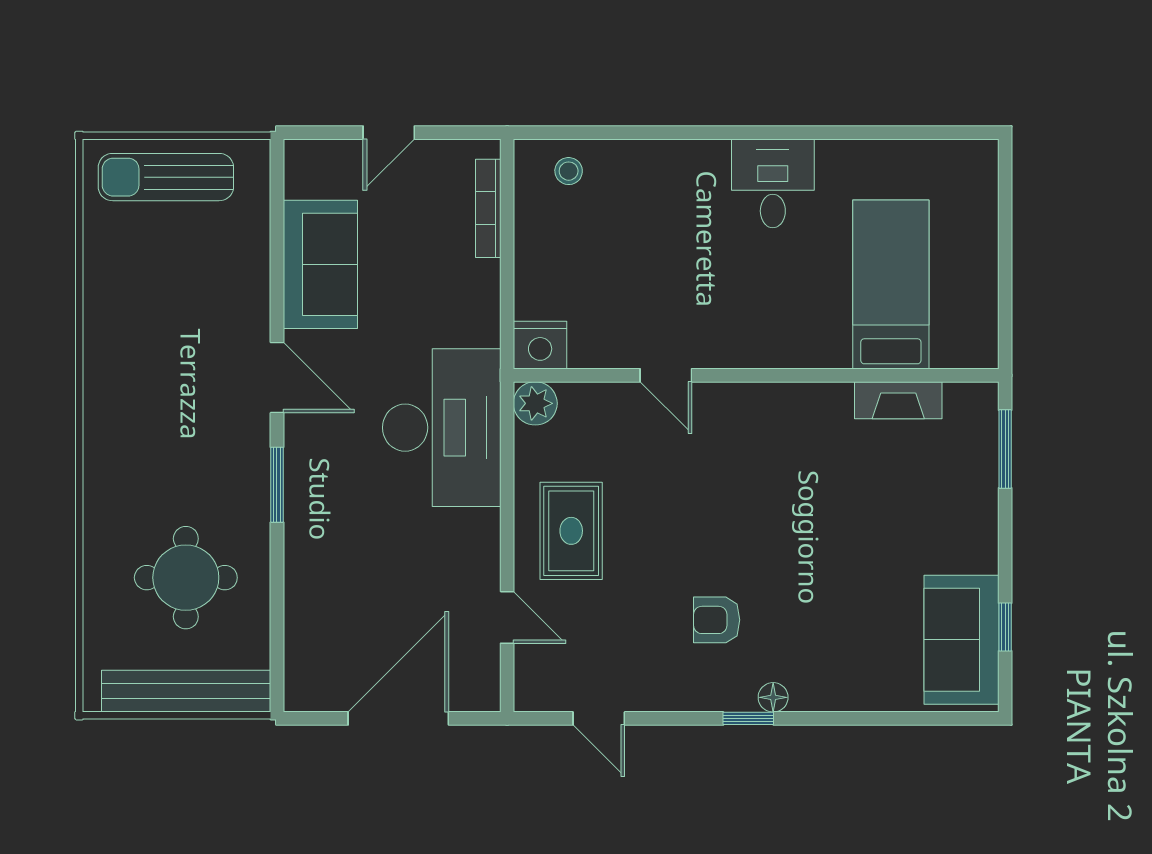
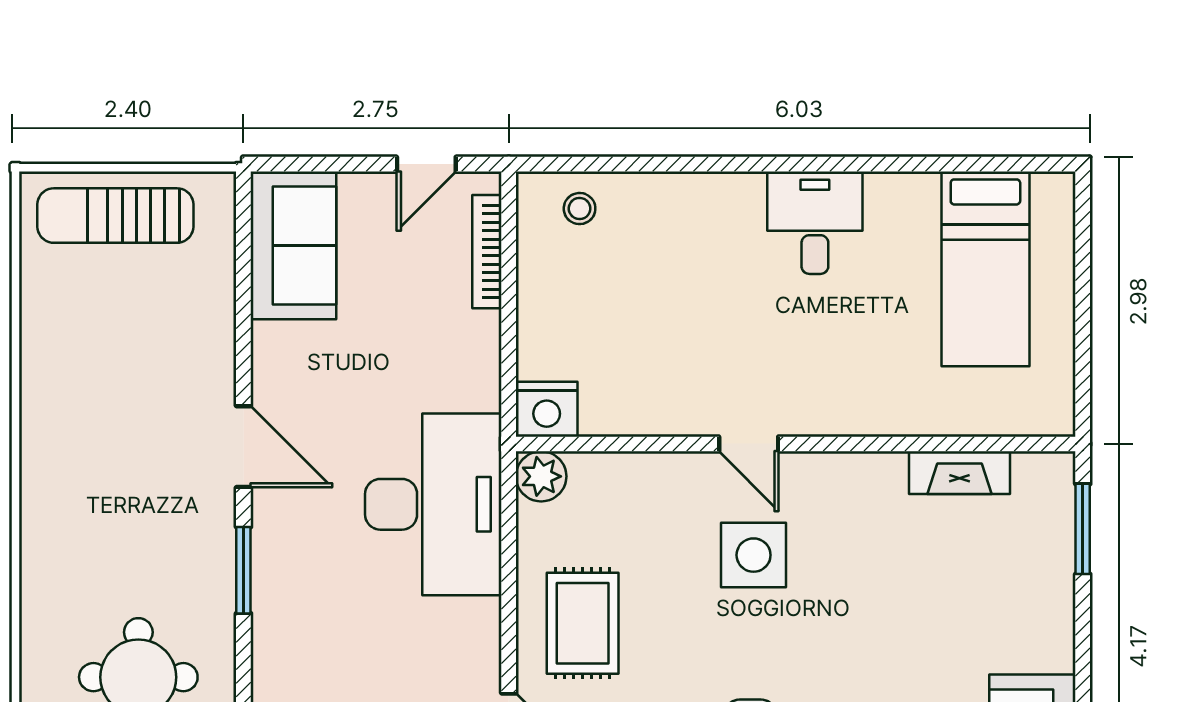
door: (389, 133) -> (426, 164), moved
sofa: (320, 264) -> (293, 245), moved
bed: (891, 284) -> (985, 269), moved, turned 180
door: (666, 375) -> (749, 444), moved
side table: (720, 472) -> (754, 555), added

